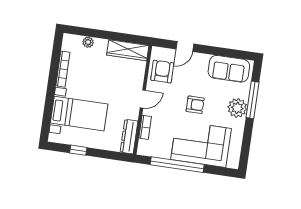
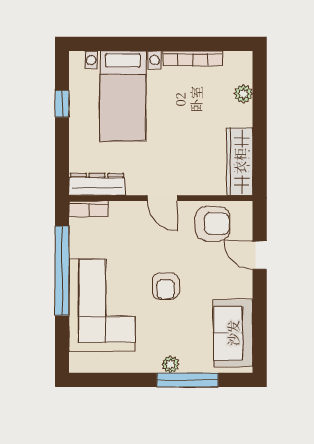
plant: (237, 108) -> (171, 364), width x0.53, depth x0.53
bookcase: (145, 127) -> (89, 209), moved

